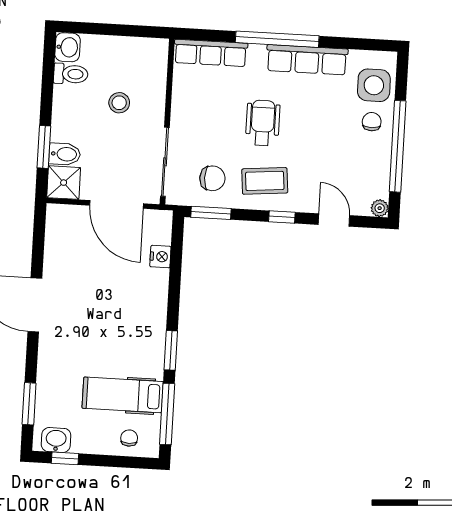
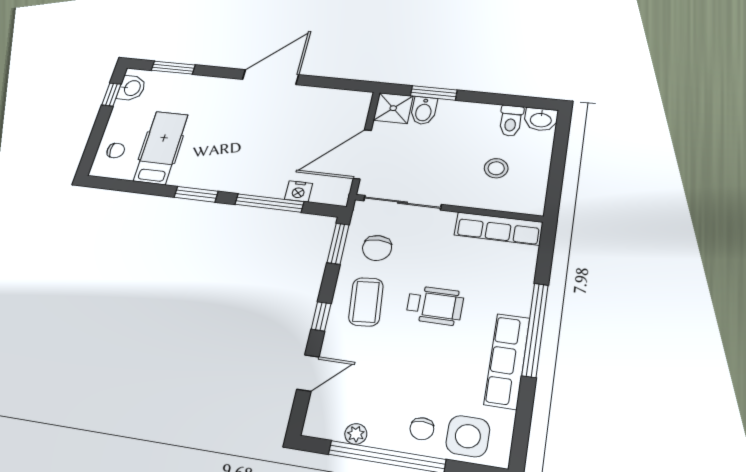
row of seats: (211, 53) -> (498, 229), moved, turned -90
stool: (119, 103) -> (496, 168), moved
chair: (372, 122) -> (422, 429), turned 90
plant: (380, 208) -> (356, 434), moved
window: (167, 414) -> (269, 203), moved

